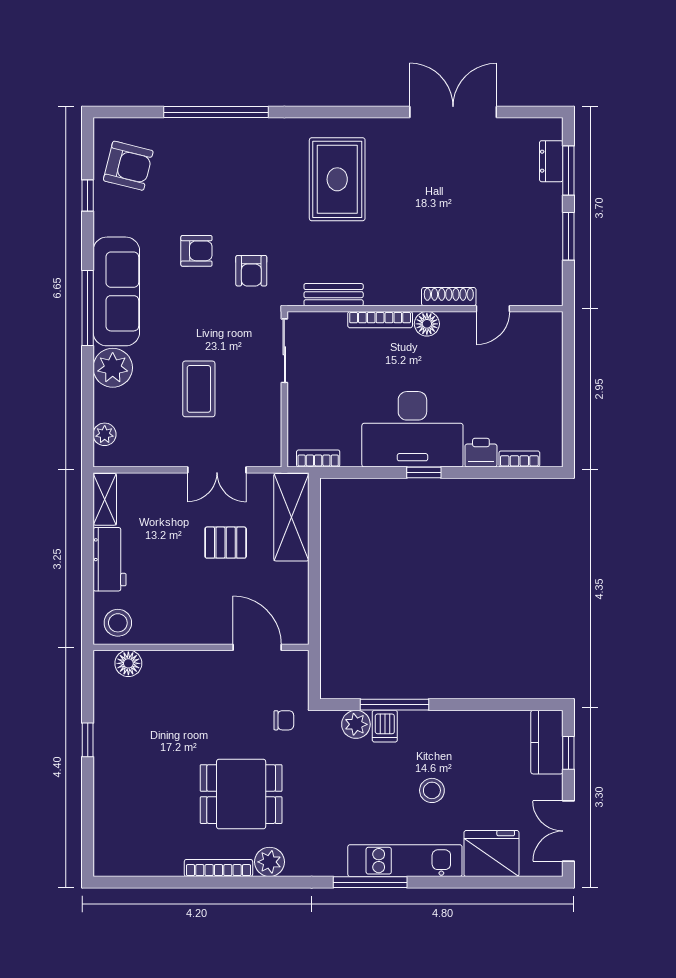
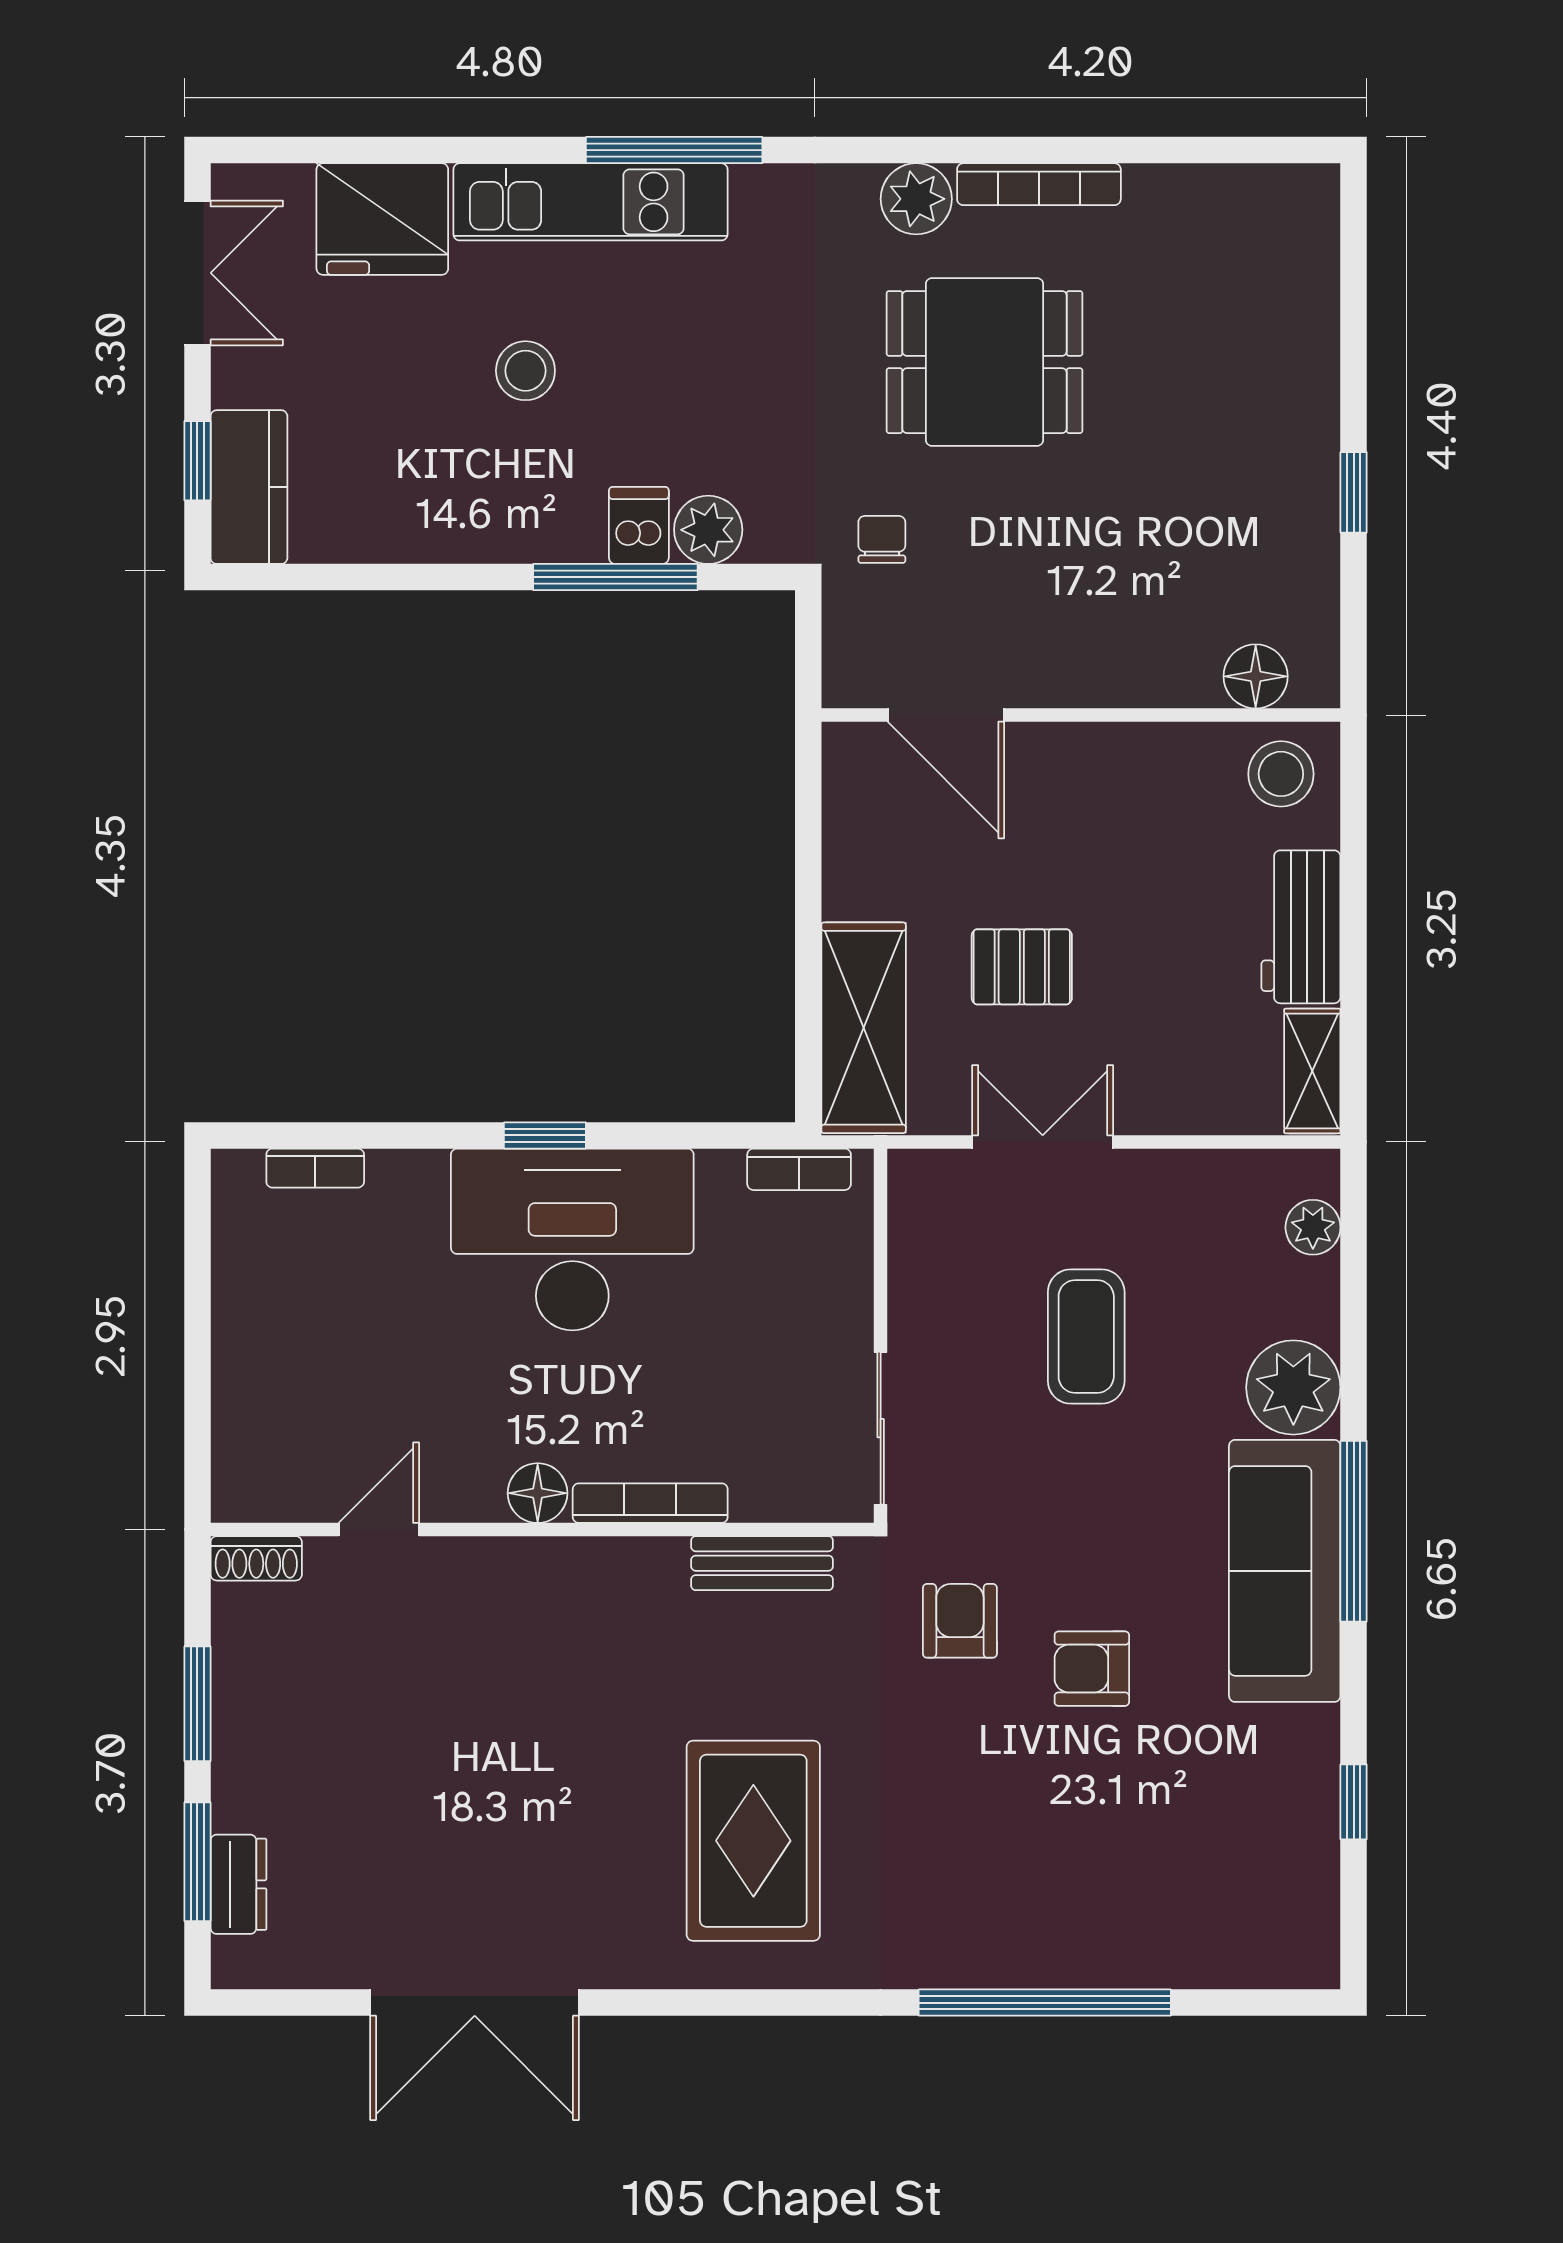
armchair: (128, 166) -> (1256, 1873), removed
shoe rack: (449, 297) -> (256, 1558), moved, width x0.70
printer: (481, 453) -> (407, 1183), removed
chair: (284, 720) -> (882, 539), turned 90

